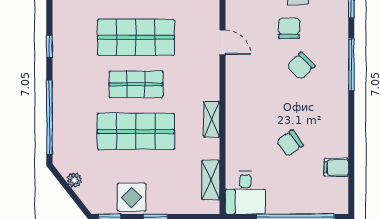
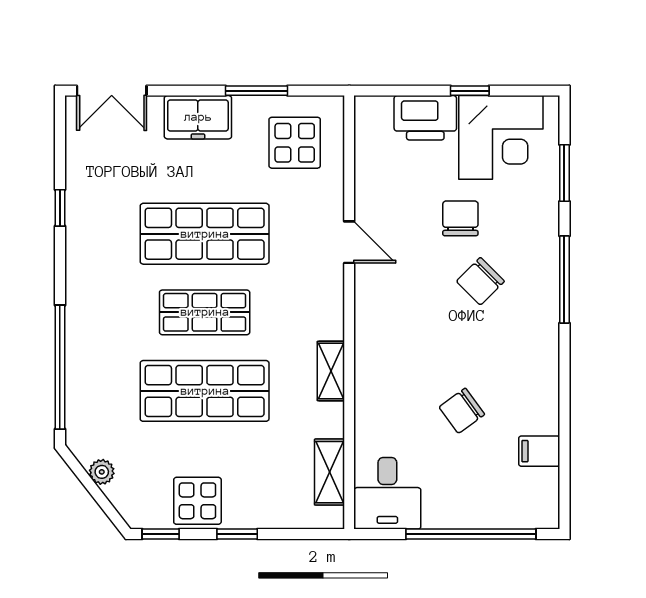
window: (49, 46) -> (60, 208), moved

